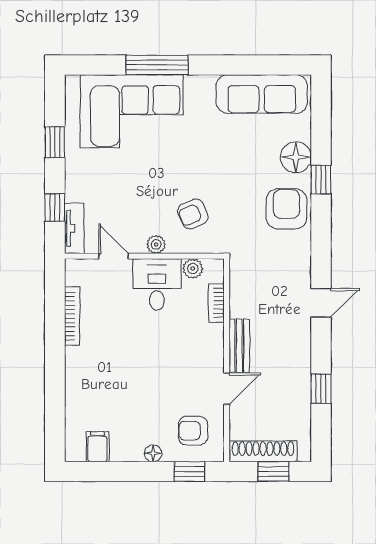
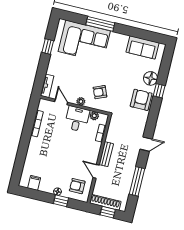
sofa: (262, 94) -> (142, 47), width x0.73
window: (55, 208) -> (41, 75), removed
door: (227, 389) -> (96, 171), swing flipped
window: (321, 389) -> (137, 181), width x2.17
window: (190, 471) -> (61, 201), moved

